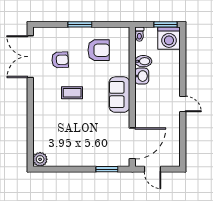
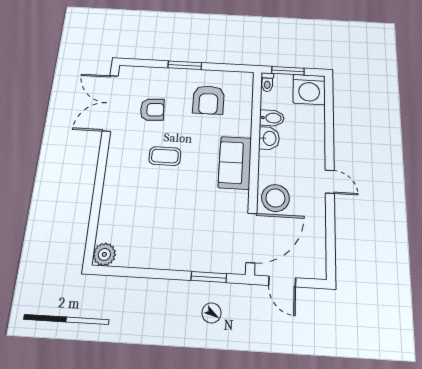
window: (166, 24) -> (288, 71), moved
armchair: (99, 50) -> (208, 100), turned 90
stool: (147, 117) -> (275, 198), added

